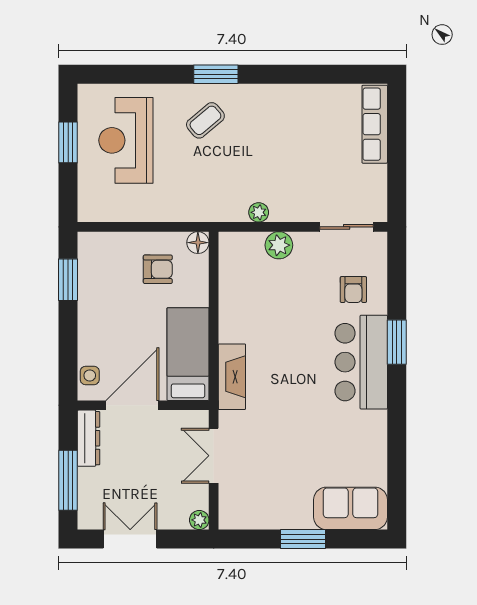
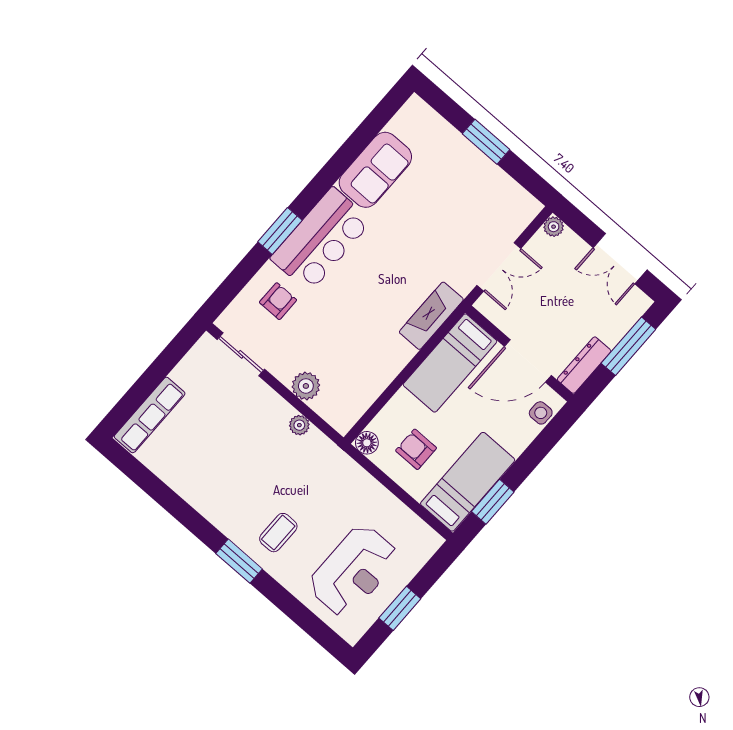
coffee table: (205, 120) -> (278, 533), turned -50
bed: (99, 278) -> (468, 482), added
sofa: (351, 508) -> (375, 170), moved, turned -90

